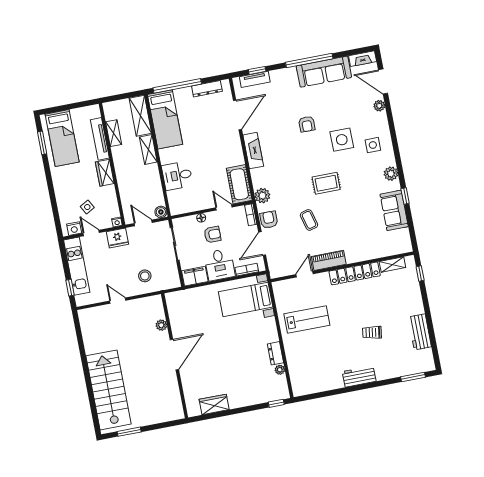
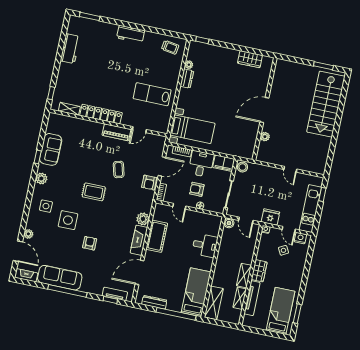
shelving: (148, 149) -> (244, 276), moved
cot: (239, 184) -> (157, 236), moved
plant: (262, 196) -> (143, 219), moved
stool: (145, 276) -> (242, 167), moved
trolley: (372, 332) -> (170, 47), moved

